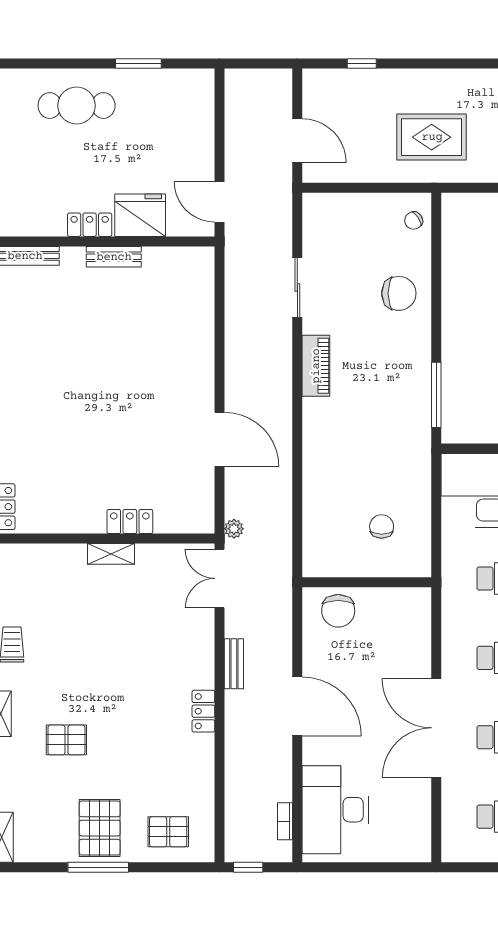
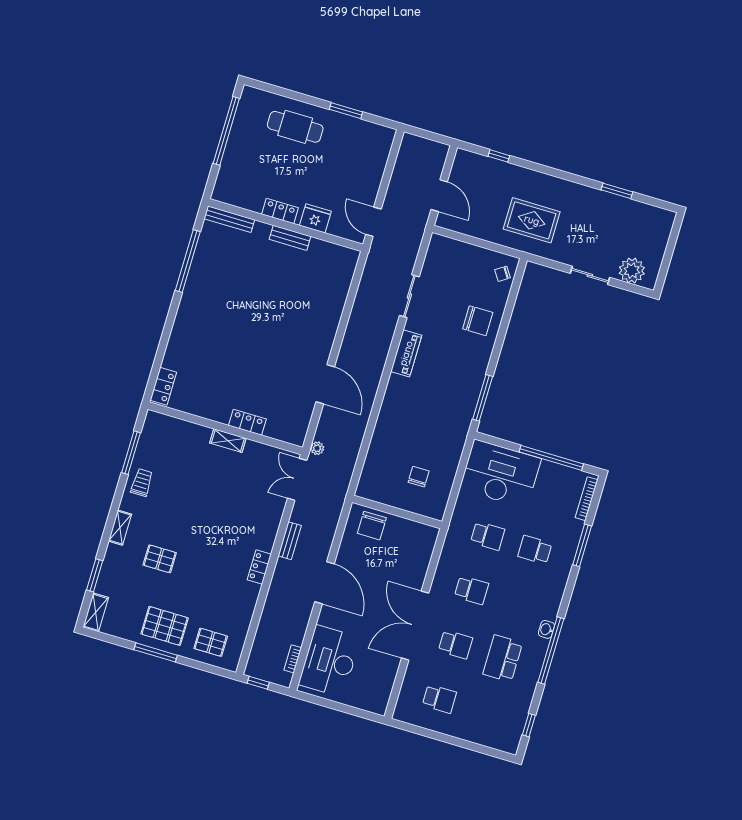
fridge: (140, 215) -> (315, 218), width x0.73, depth x0.75
pallet: (100, 828) -> (165, 626), turned 90

